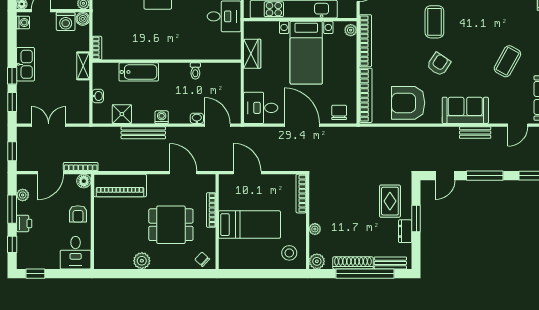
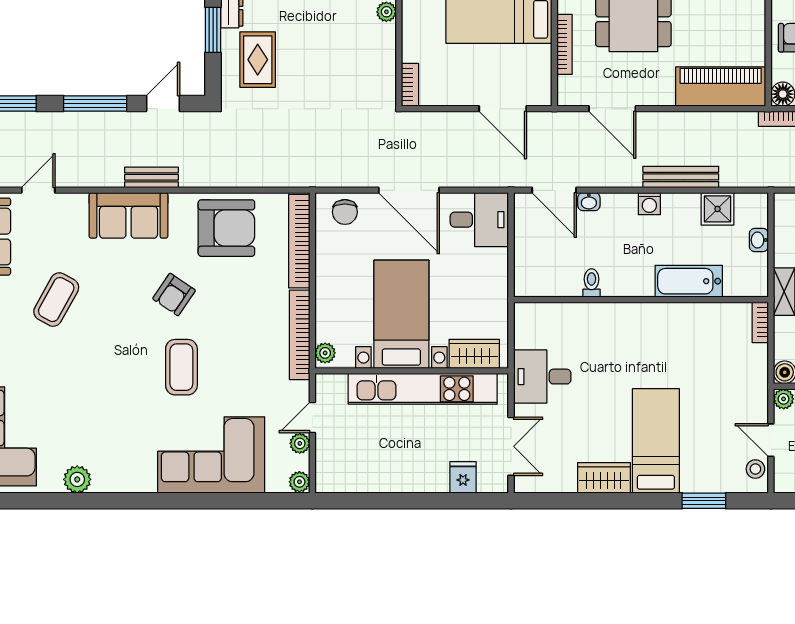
wardrobe: (252, 54) -> (474, 354), moved, turned 90
bench: (475, 133) -> (152, 177), moved
bookcase: (301, 194) -> (410, 85), width x0.64

